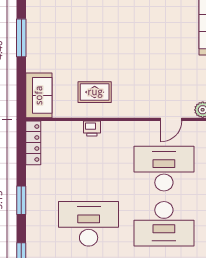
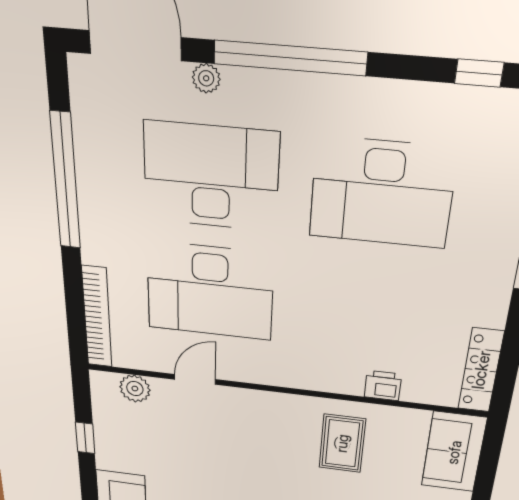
rug: (95, 92) -> (342, 443), turned 90
printer: (92, 129) -> (383, 386), moved

